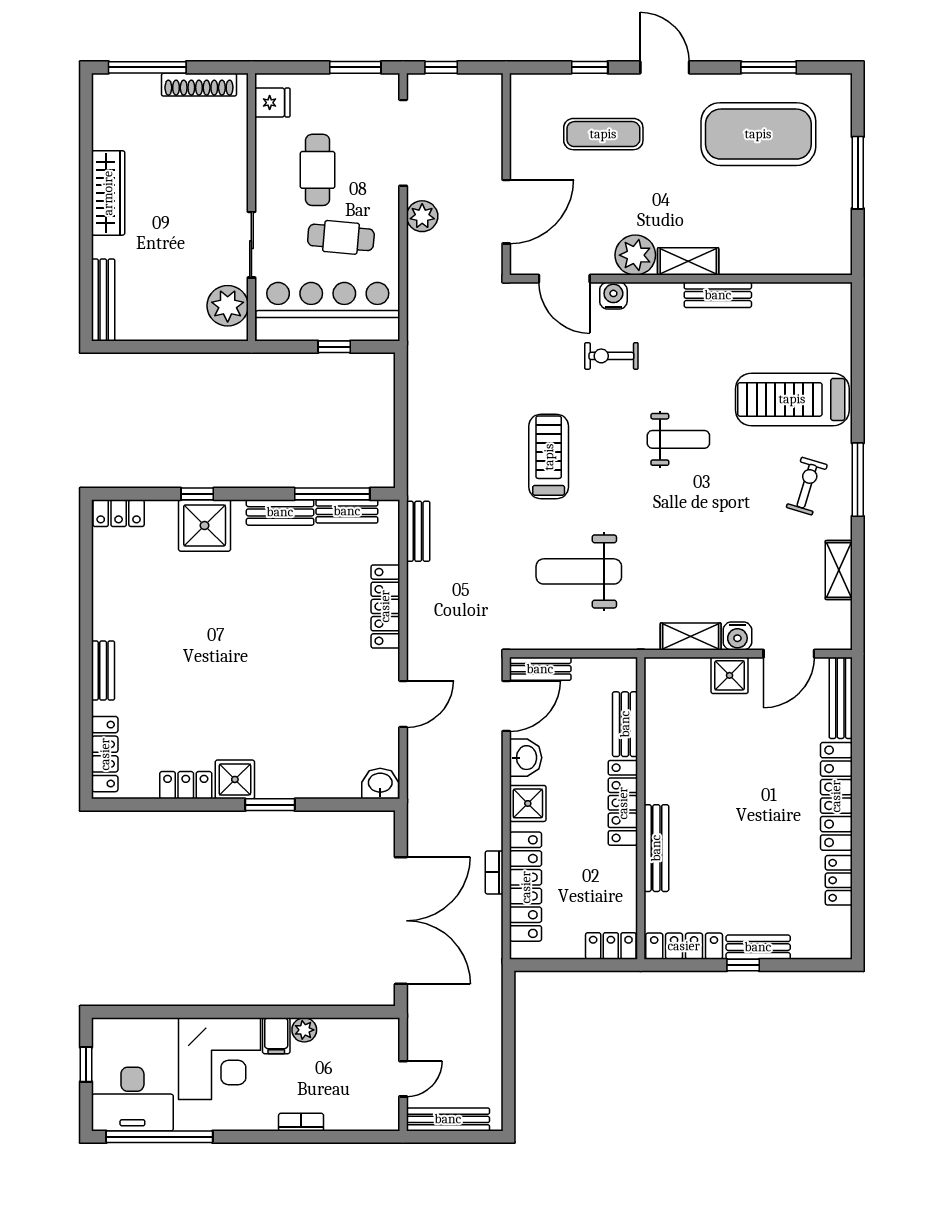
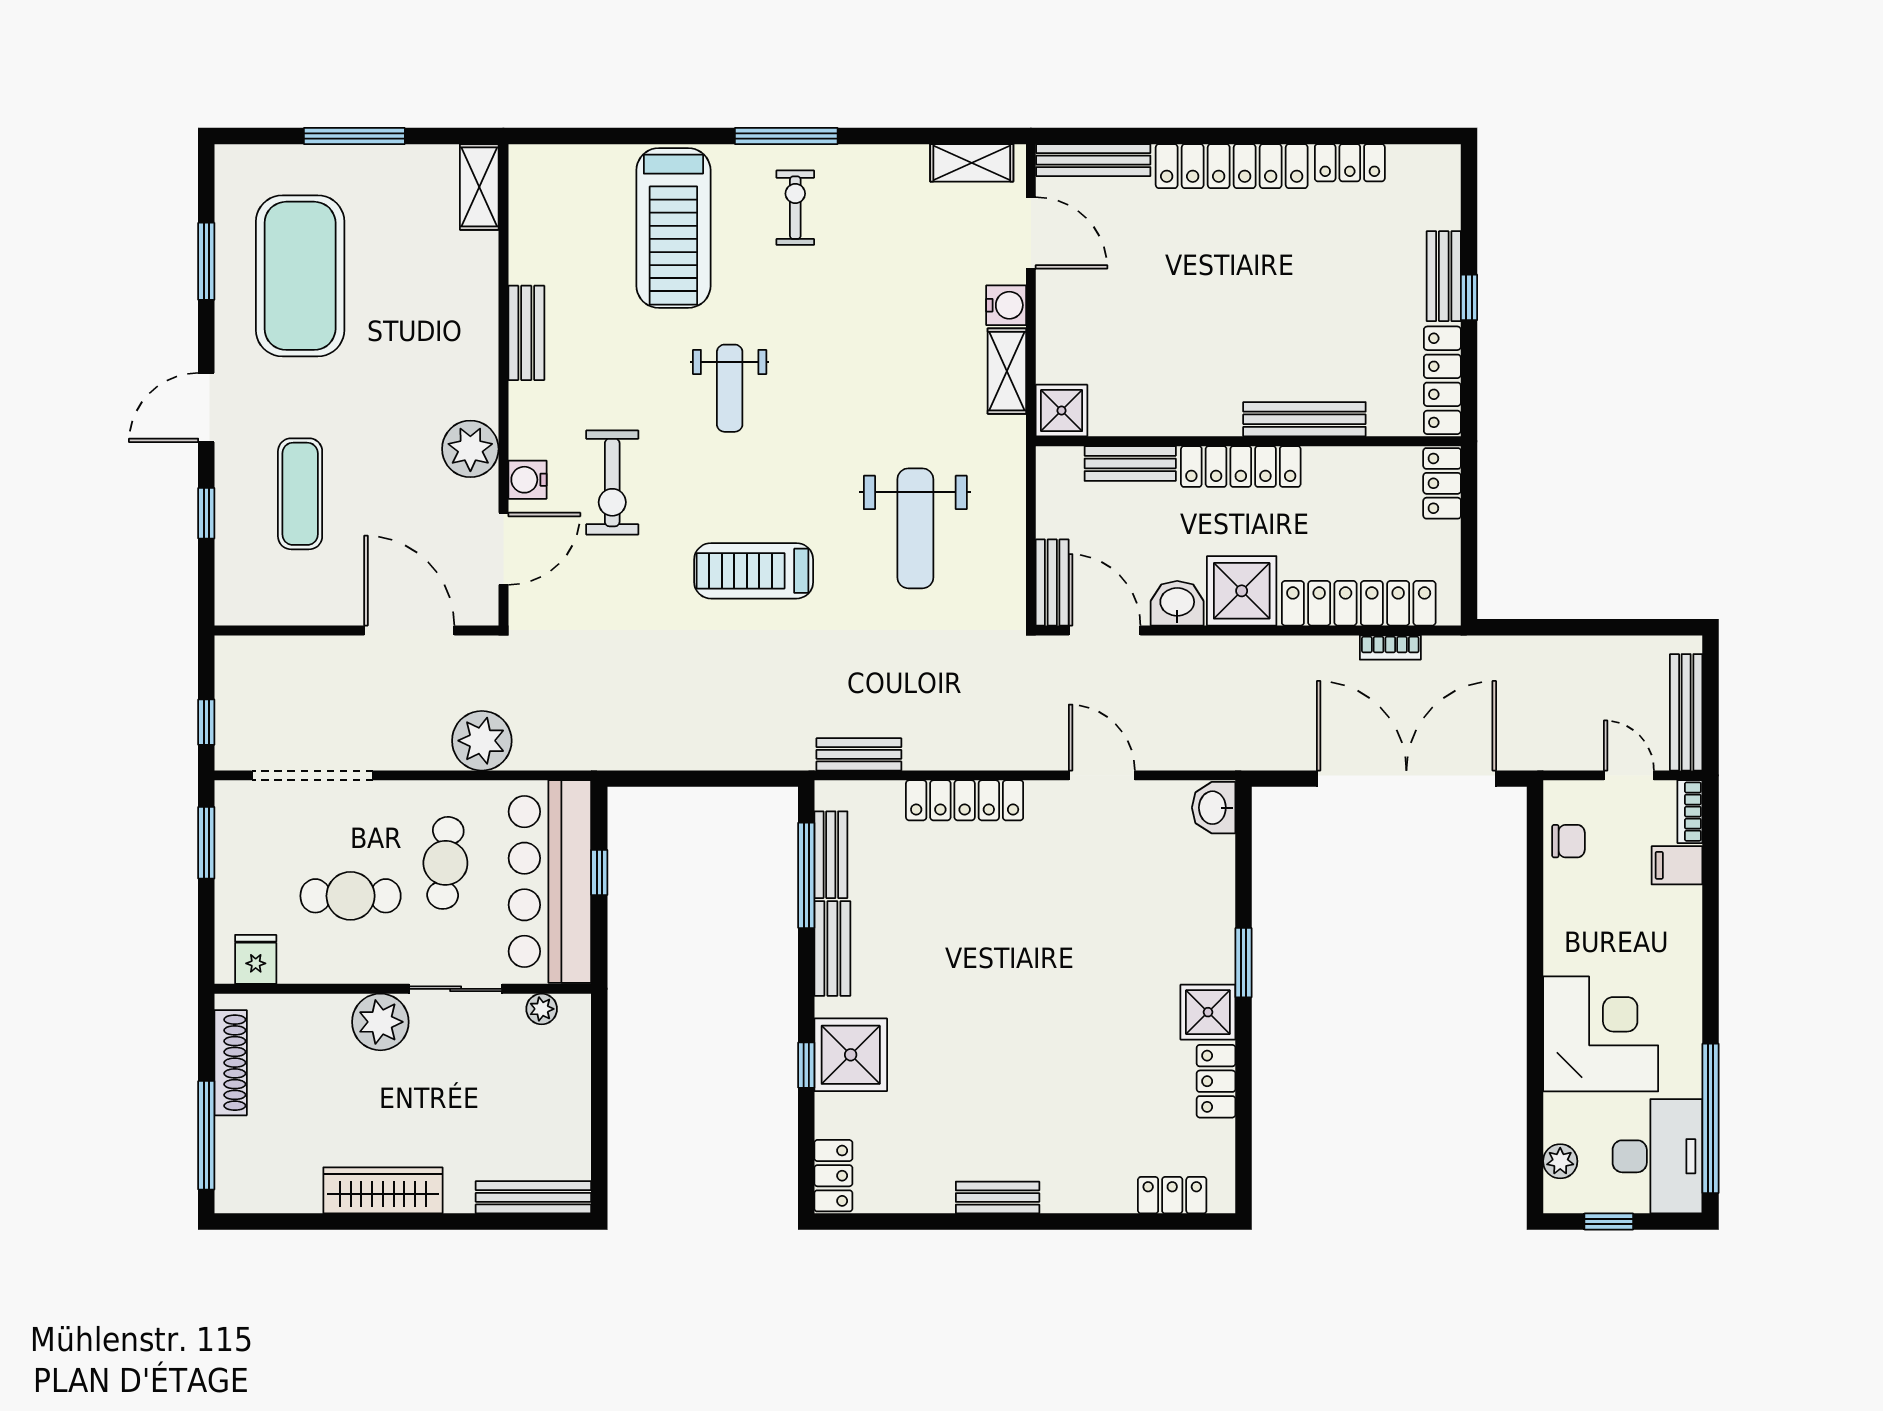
plant: (228, 191) -> (380, 1022), added
plant: (422, 216) -> (482, 741), moved, width x1.36, depth x1.36
shelving: (688, 261) -> (479, 187), moved
plant: (228, 306) -> (542, 1009), width x0.53, depth x0.53
exercise bike: (611, 356) -> (612, 483), width x1.38, depth x1.39
weight bench: (678, 439) -> (730, 388), turned 180
exercise bike: (807, 486) -> (795, 208), turned 73
shelving: (839, 570) -> (972, 163), moved
bench: (103, 671) -> (998, 1198), moved
shower: (730, 675) -> (1062, 411), moved
locker: (105, 754) -> (1172, 1195), width x0.66
shower: (528, 803) -> (1242, 591), width x1.36, depth x1.36
bookcase: (494, 872) -> (1390, 647), moved
plant: (304, 1030) -> (1560, 1161), moved
filing cabinet: (276, 1036) -> (1677, 865), moved, turned 180
chair: (356, 1036) -> (1568, 841), added
bookcase: (301, 1122) -> (1690, 812), moved

